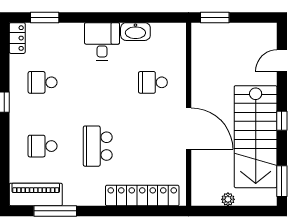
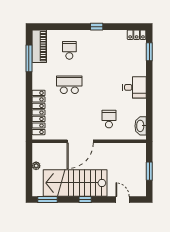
window: (215, 17) -> (149, 171), moved
washbasin: (135, 32) -> (141, 126), moved
school desk: (43, 82) -> (109, 50), removed

